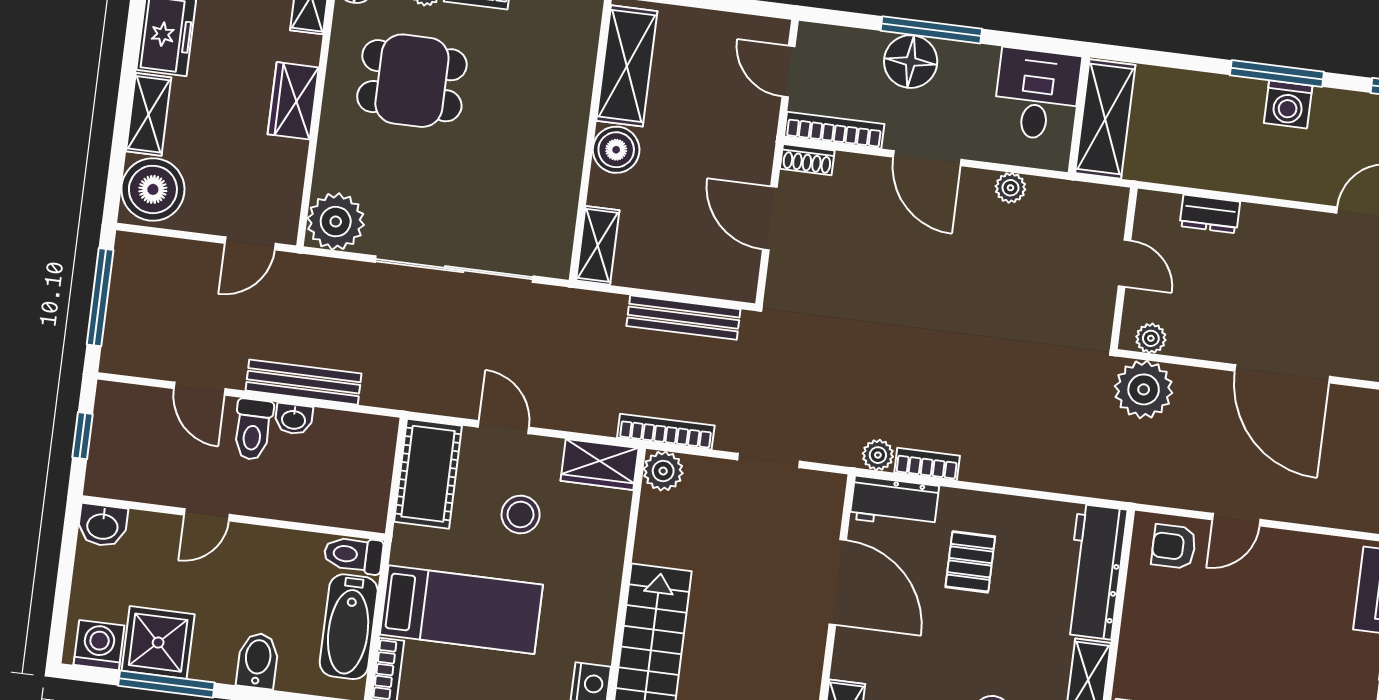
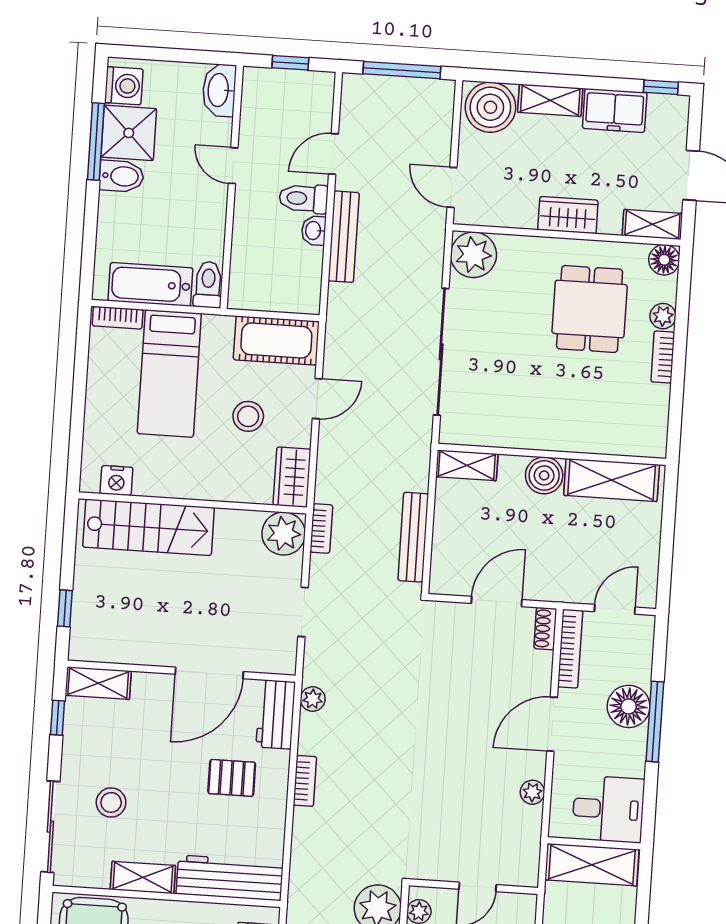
bookcase: (666, 432) -> (321, 528), width x0.64
bookcase: (927, 464) -> (305, 781), moved
plant: (663, 471) -> (284, 534), width x1.36, depth x1.36
washbasin: (102, 525) -> (219, 90), width x1.38
bidet: (258, 661) -> (121, 176), moved

